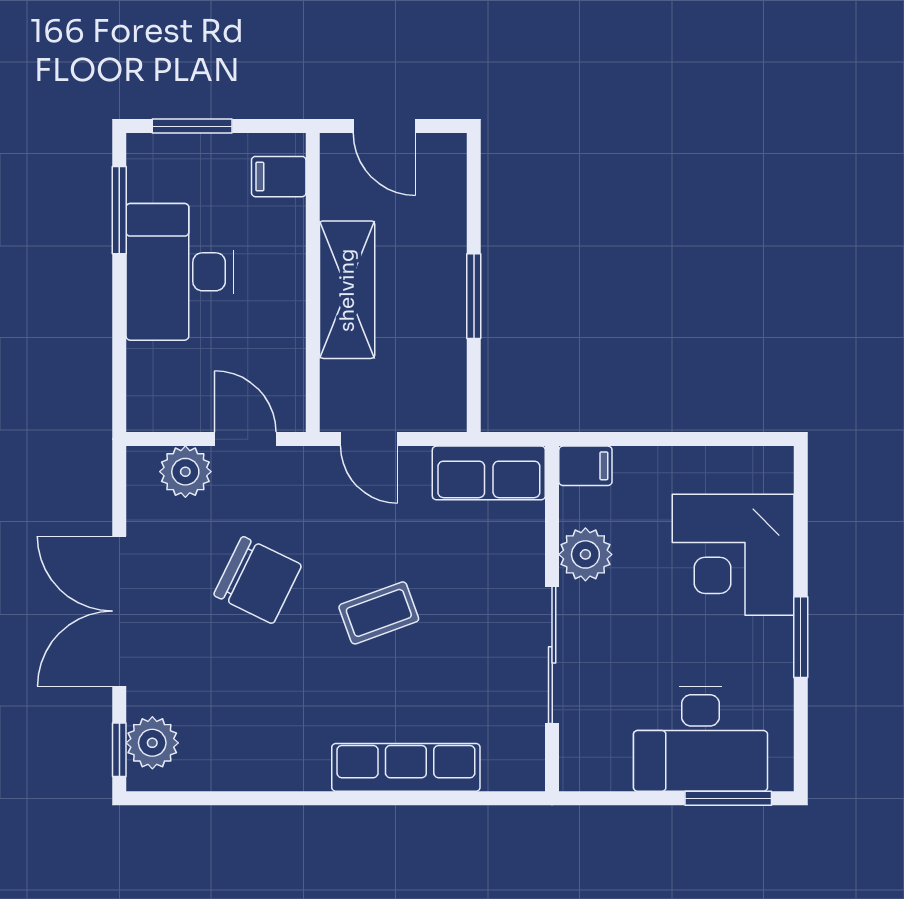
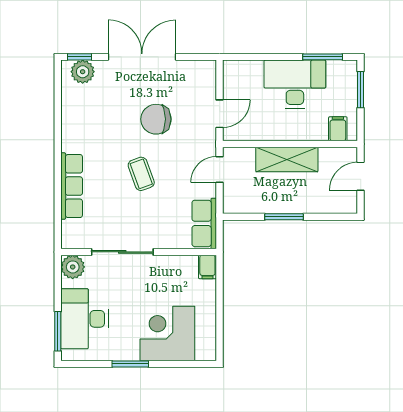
plant: (185, 472) -> (205, 87), removed
plant: (585, 554) -> (73, 267), moved
chair: (258, 580) -> (156, 119), turned 64

